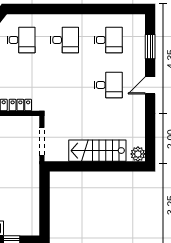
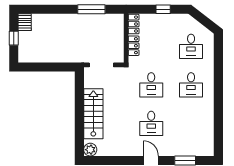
desk: (108, 40) -> (151, 85), moved

